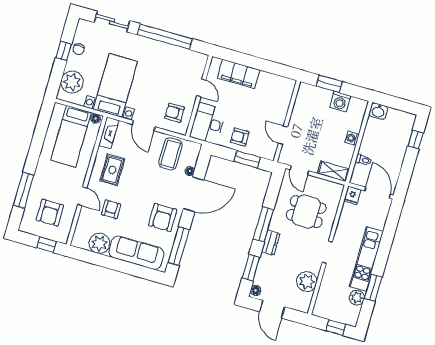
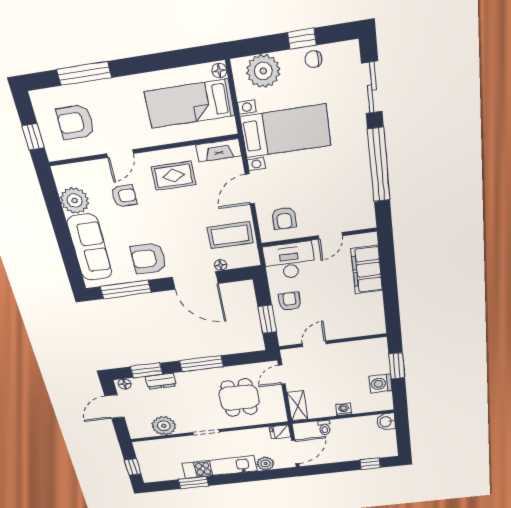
armchair: (175, 113) -> (284, 218), turned 180
floor lamp: (96, 119) -> (219, 71), moved
dresser: (271, 243) -> (161, 381), moved
plant: (357, 298) -> (265, 463), moved

